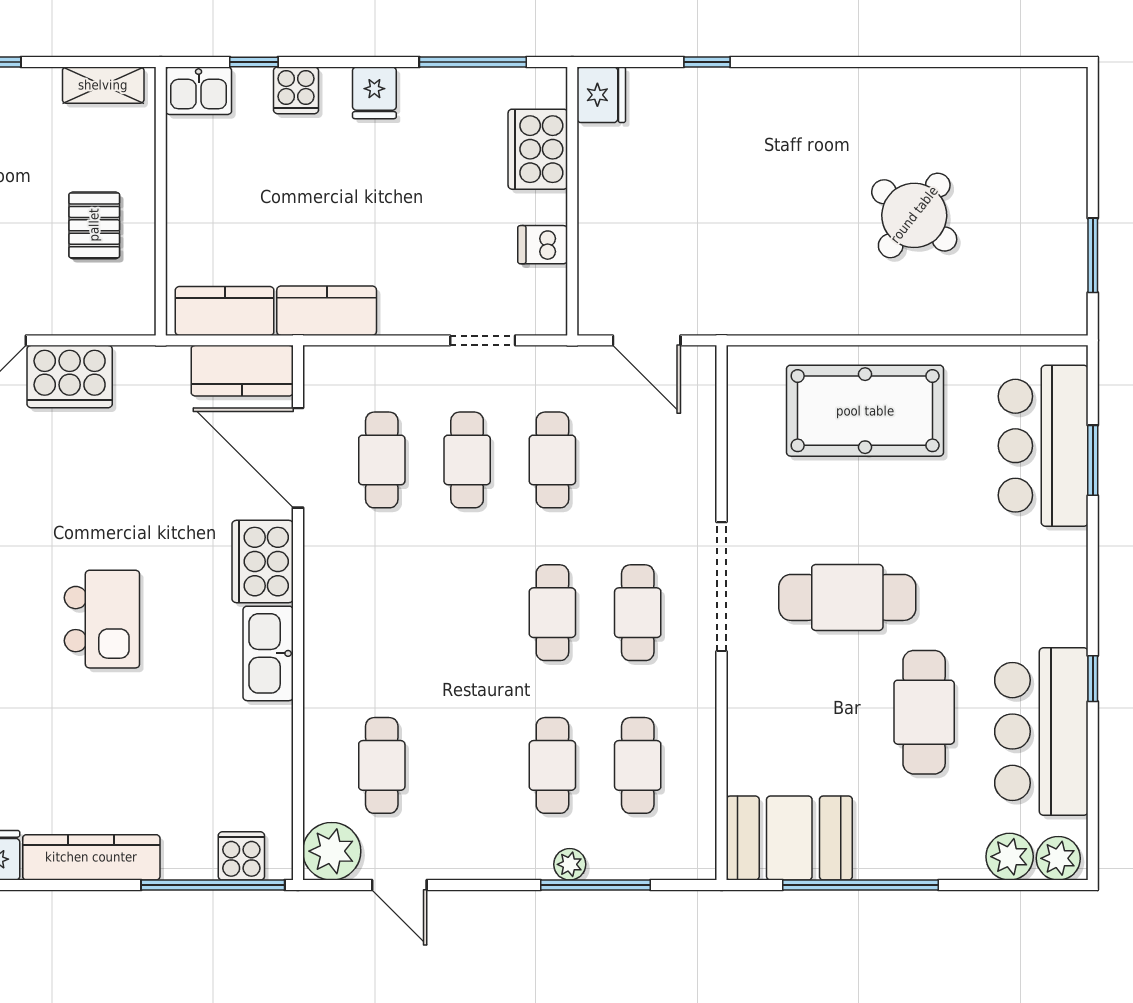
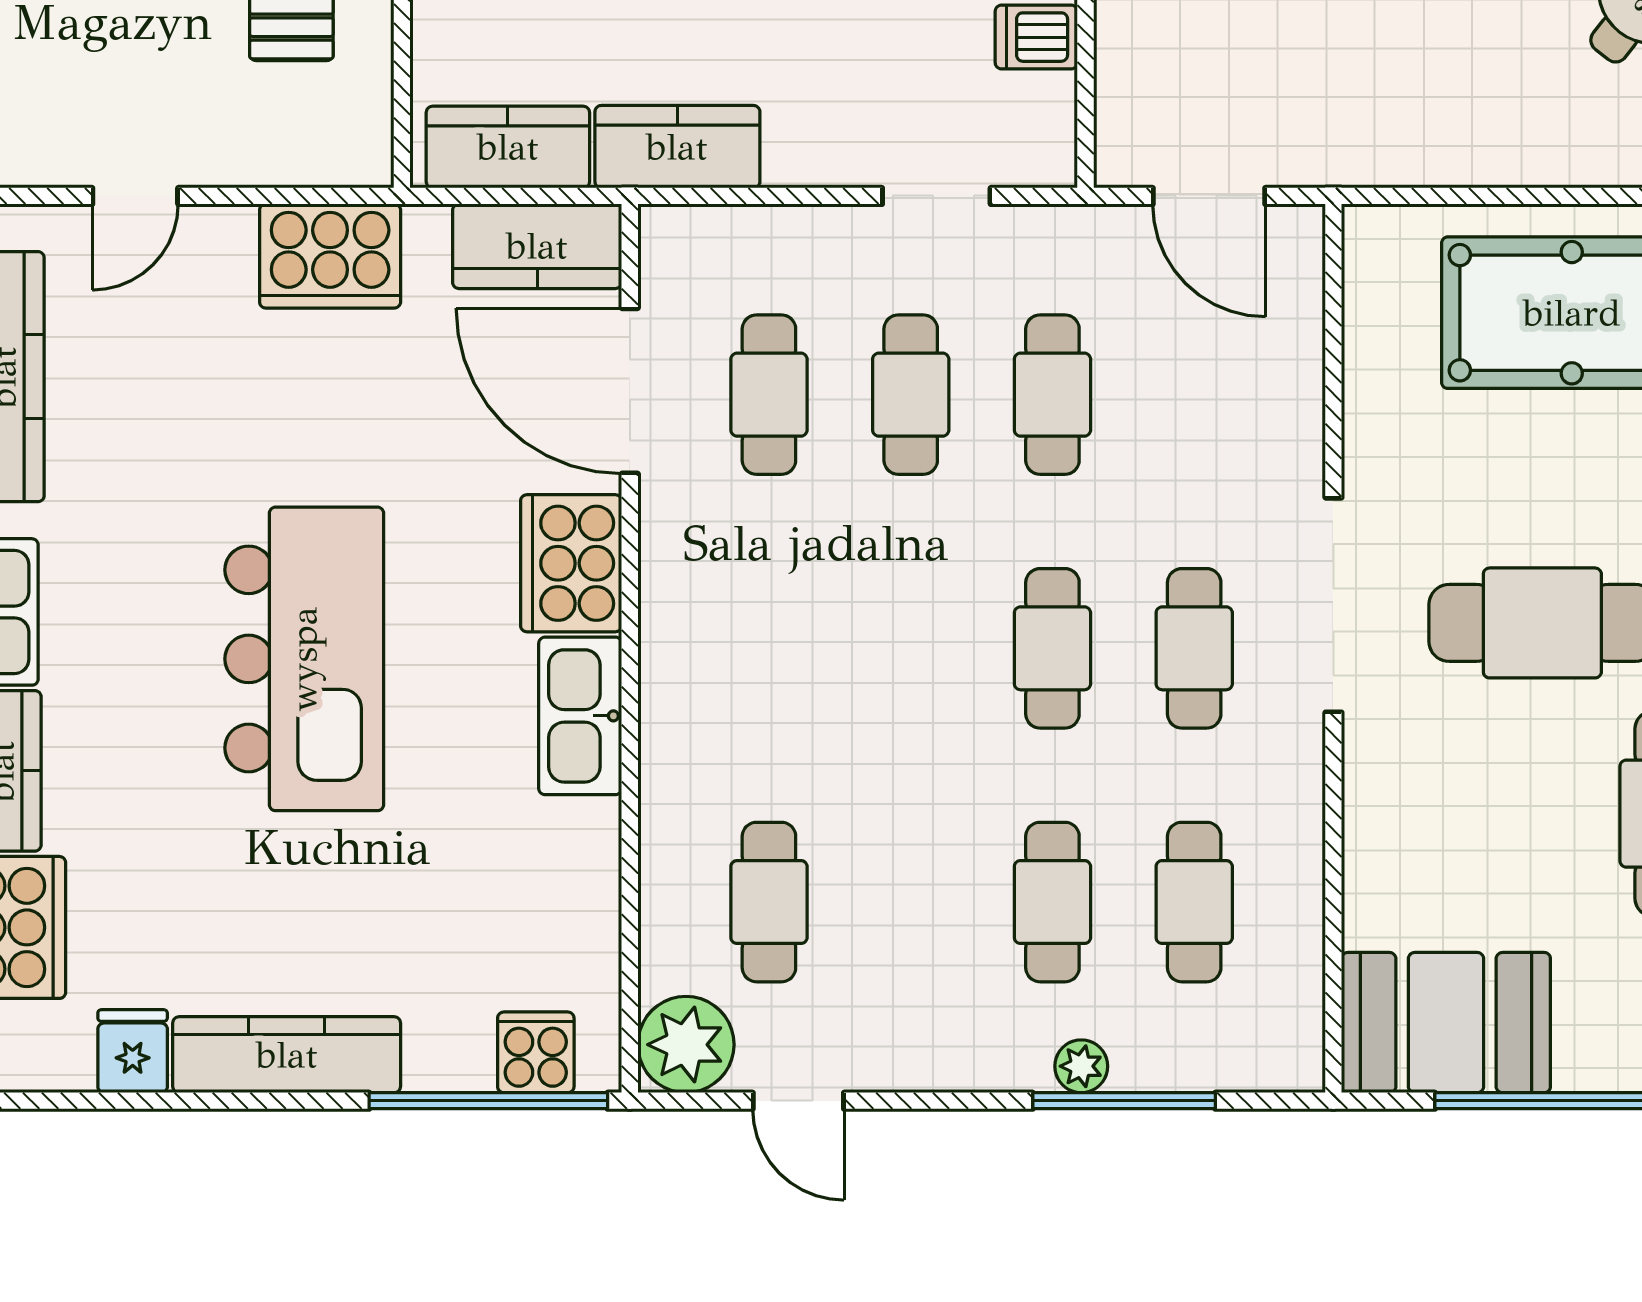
cooker: (70, 377) -> (330, 256), moved
kitchen island: (102, 619) -> (304, 659), width x1.87, depth x1.28

